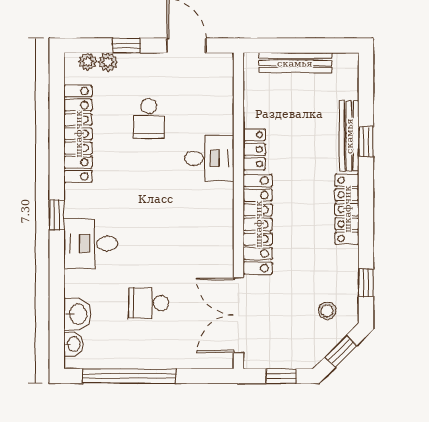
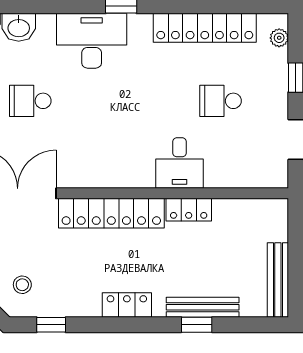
plant: (108, 62) -> (279, 59), removed
bench: (295, 63) -> (278, 280), moved
locker: (347, 209) -> (127, 305), width x0.66
desk: (90, 244) -> (92, 41), width x1.37
school desk: (149, 303) -> (30, 101), turned -90

